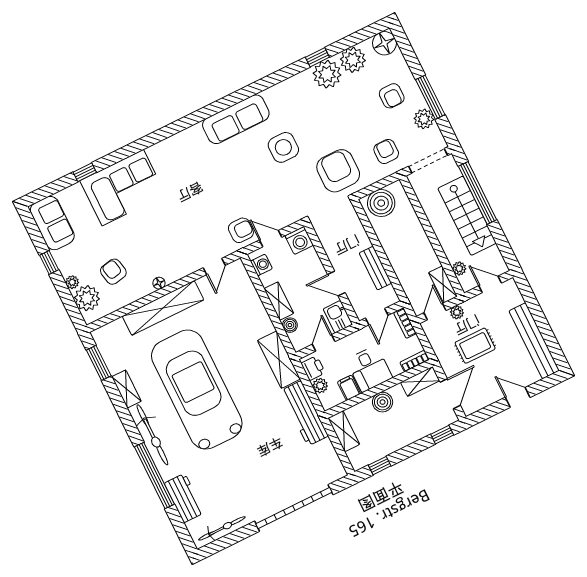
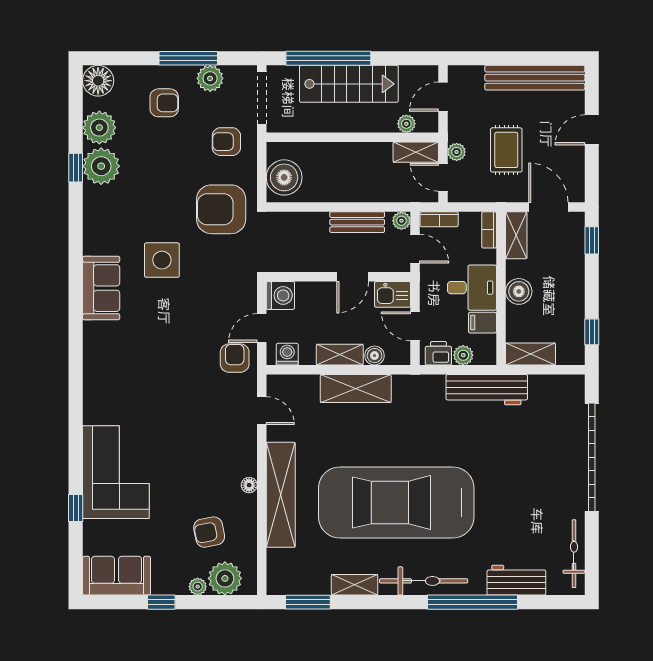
sofa: (236, 119) -> (101, 288), width x0.73
plant: (391, 298) -> (401, 221), added
shelving: (279, 360) -> (356, 389), moved

